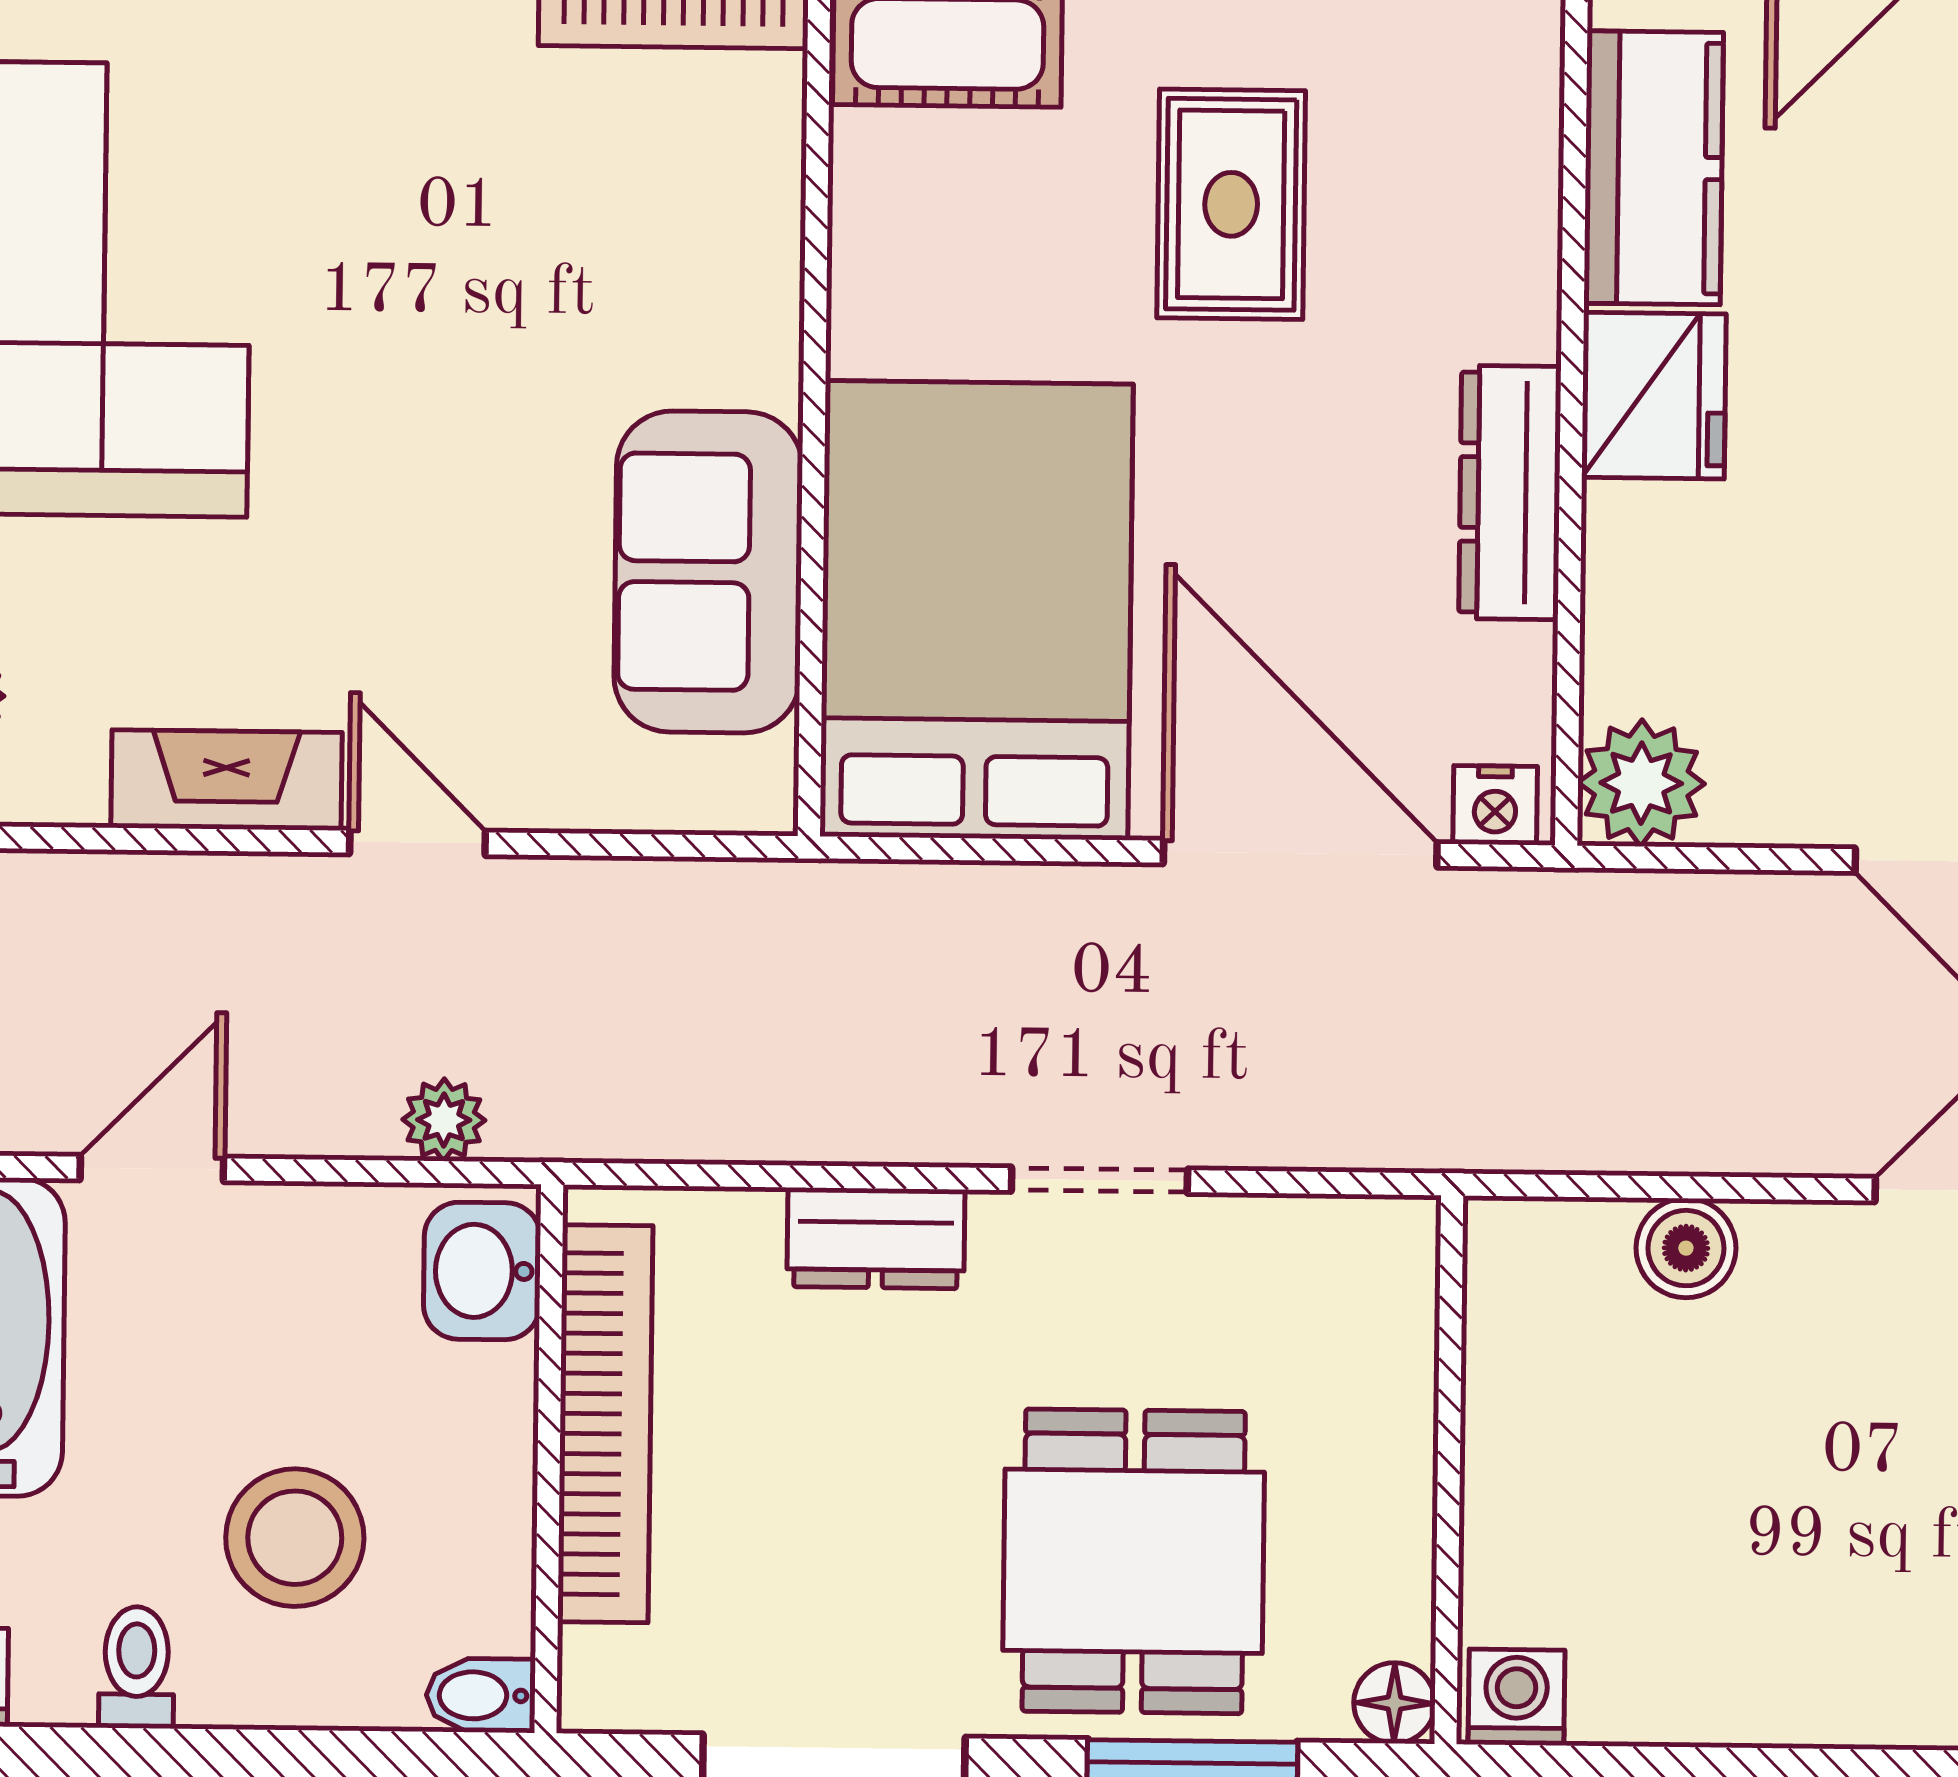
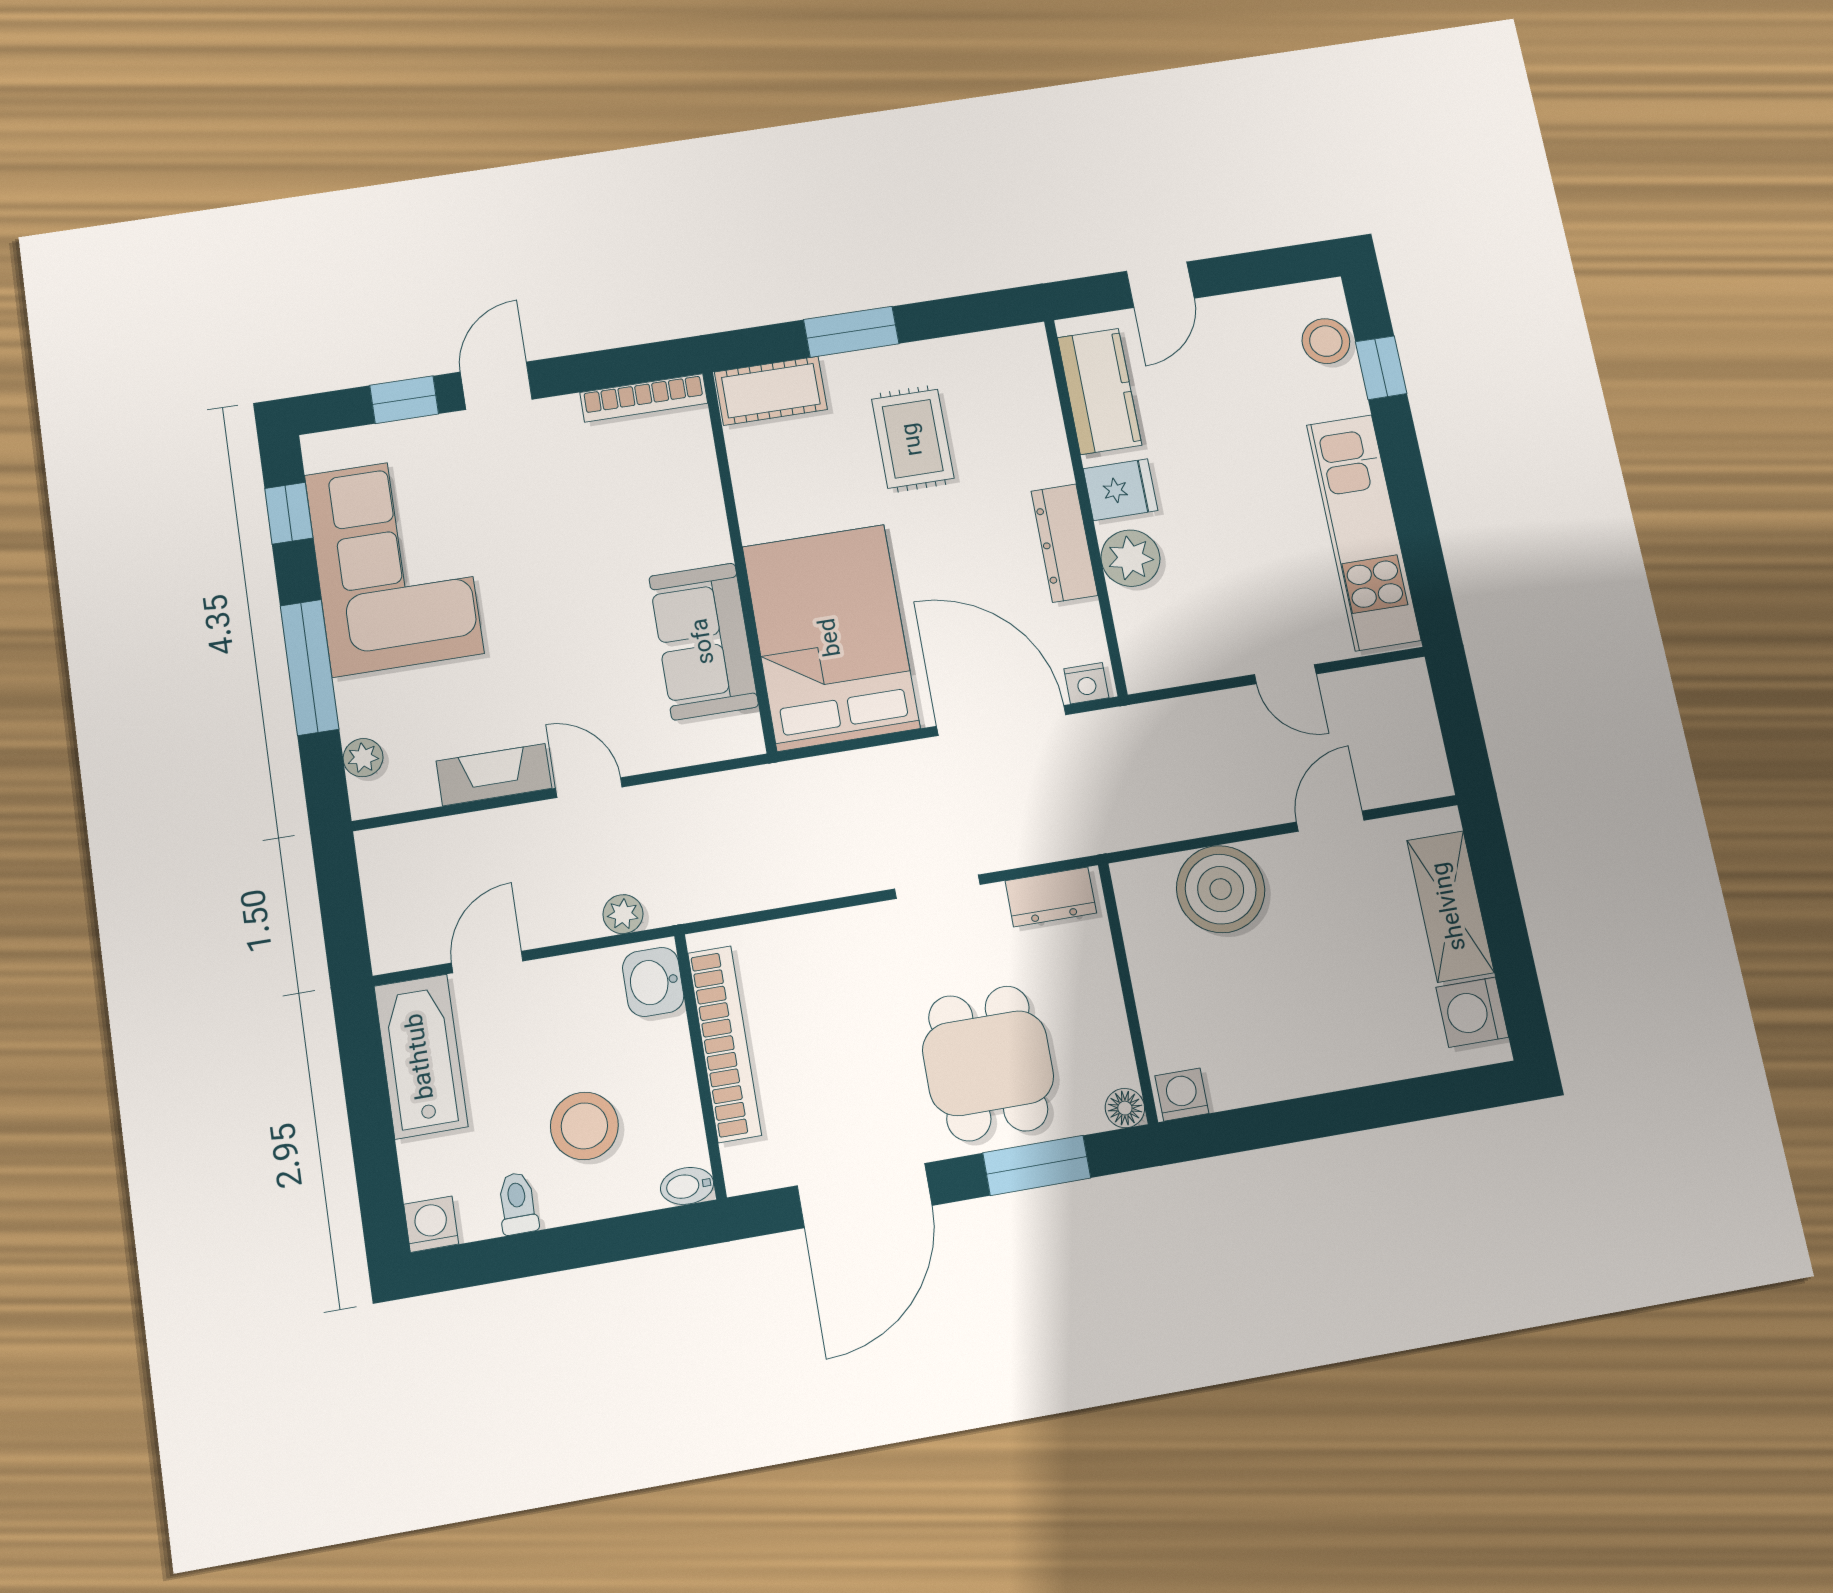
fridge: (1654, 396) -> (1121, 490), width x0.72
plant: (1641, 783) -> (1130, 558), moved
dresser: (876, 1238) -> (1051, 897), moved
boiler: (1686, 1248) -> (1221, 889), width x1.86, depth x1.86

